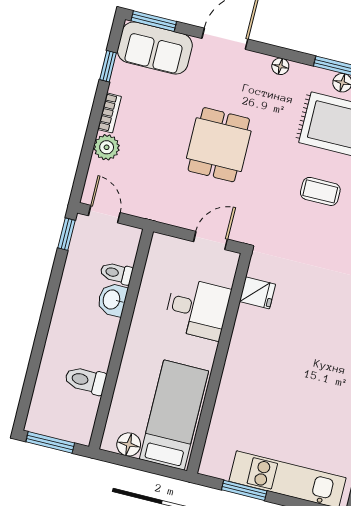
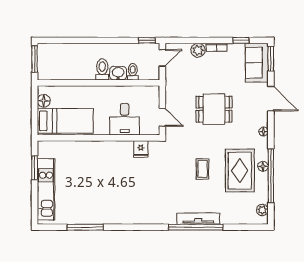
toilet: (85, 380) -> (102, 70), moved

